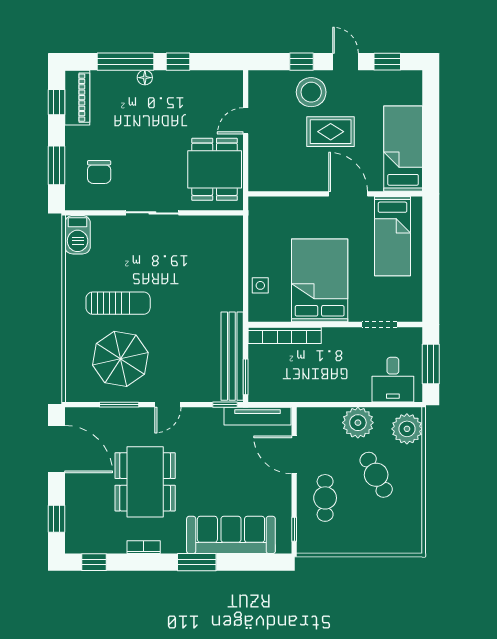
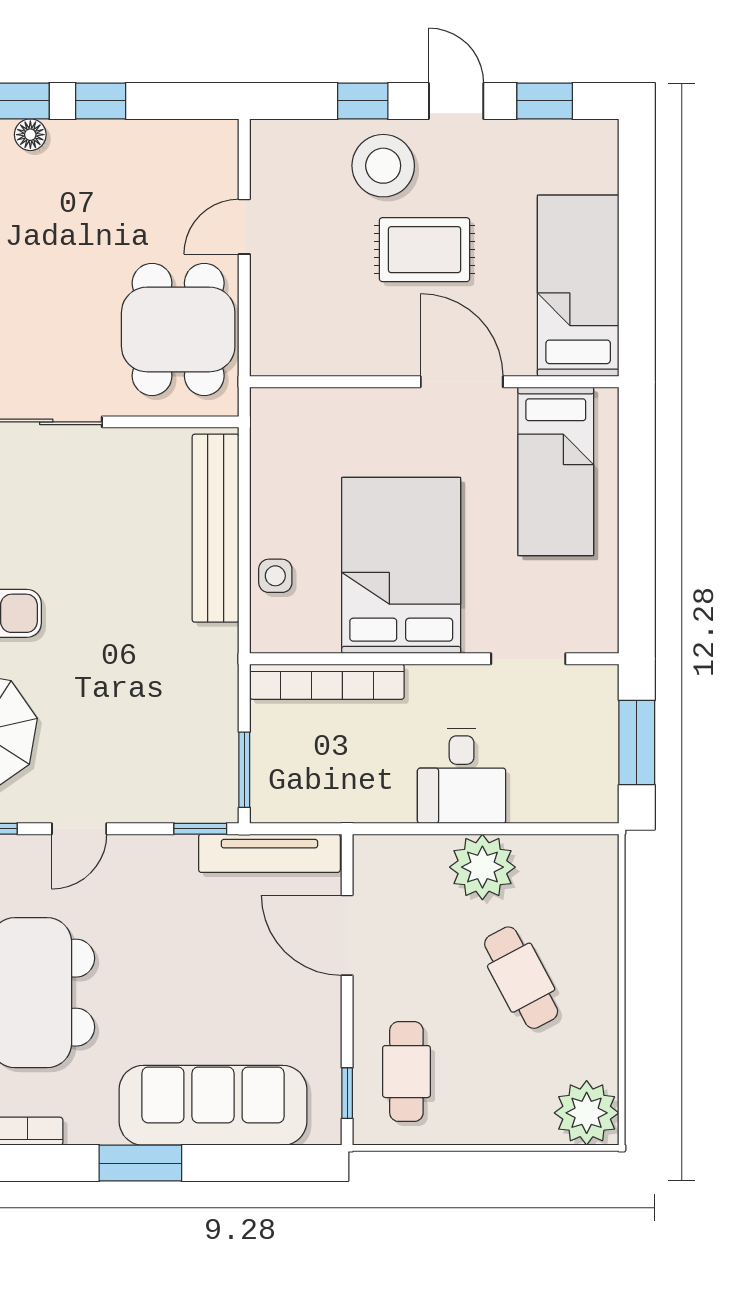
bench: (232, 356) -> (216, 528), moved
desk: (393, 380) -> (462, 776), moved
plant: (407, 429) -> (587, 1113), moved
cafe table: (325, 498) -> (406, 1072), moved

